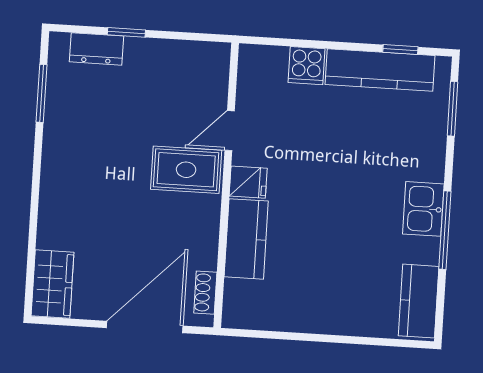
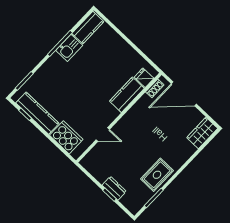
dresser: (96, 49) -> (114, 188), moved
cooker: (307, 66) -> (66, 137), width x1.87, depth x1.31
rug: (186, 170) -> (157, 175), moved, turned 90
fridge: (248, 182) -> (144, 78), moved
kitchen sink: (423, 209) -> (69, 48), moved

